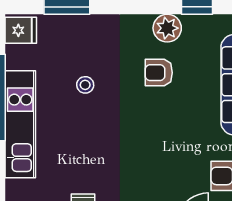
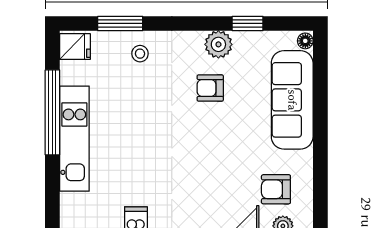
stool: (85, 85) -> (140, 54), moved

